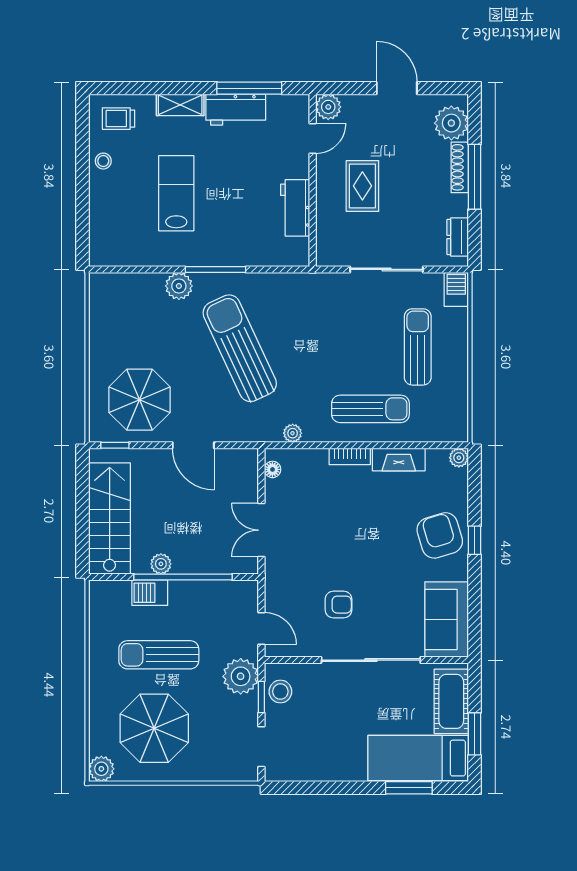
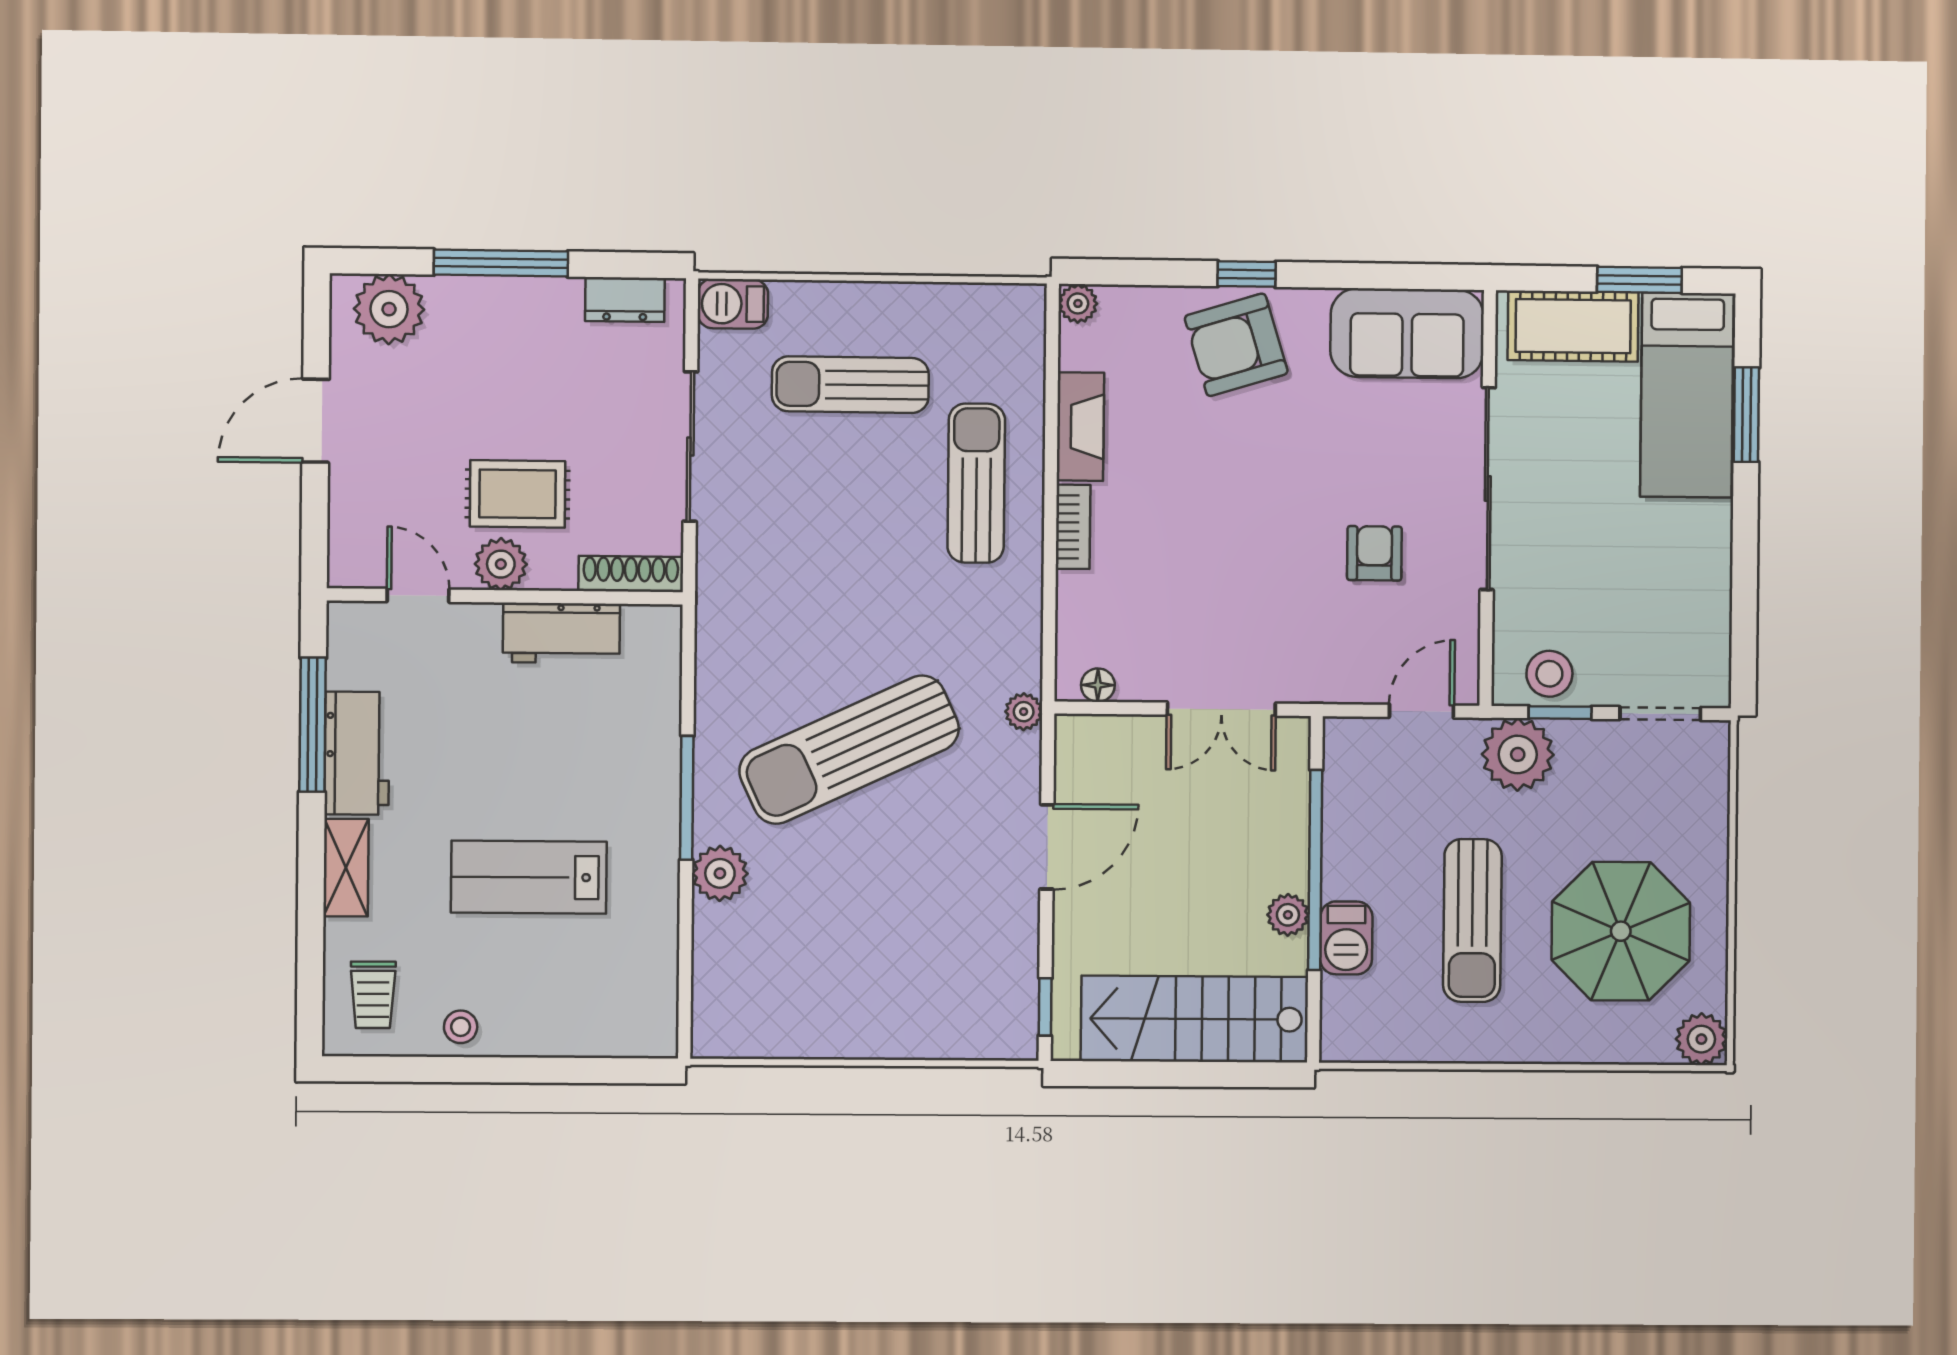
plant: (328, 107) -> (501, 564), moved
shoe rack: (460, 167) -> (631, 574), moved, turned 180
parasol: (139, 400) -> (953, 956), removed
plant: (293, 433) -> (1024, 712), moved

